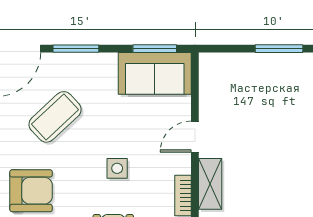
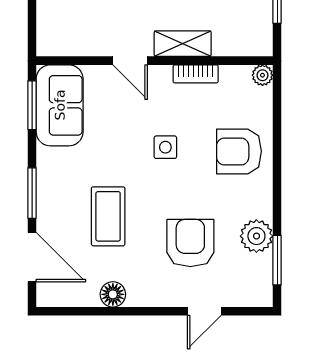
coffee table: (55, 117) -> (108, 216), turned 43

